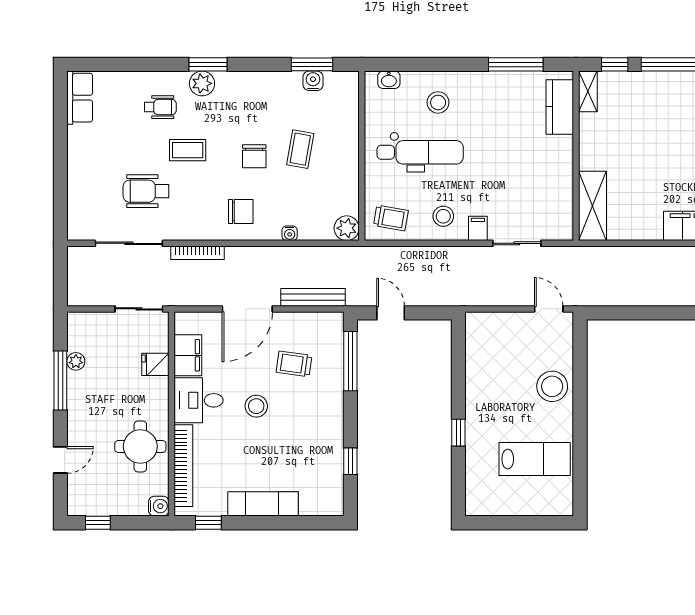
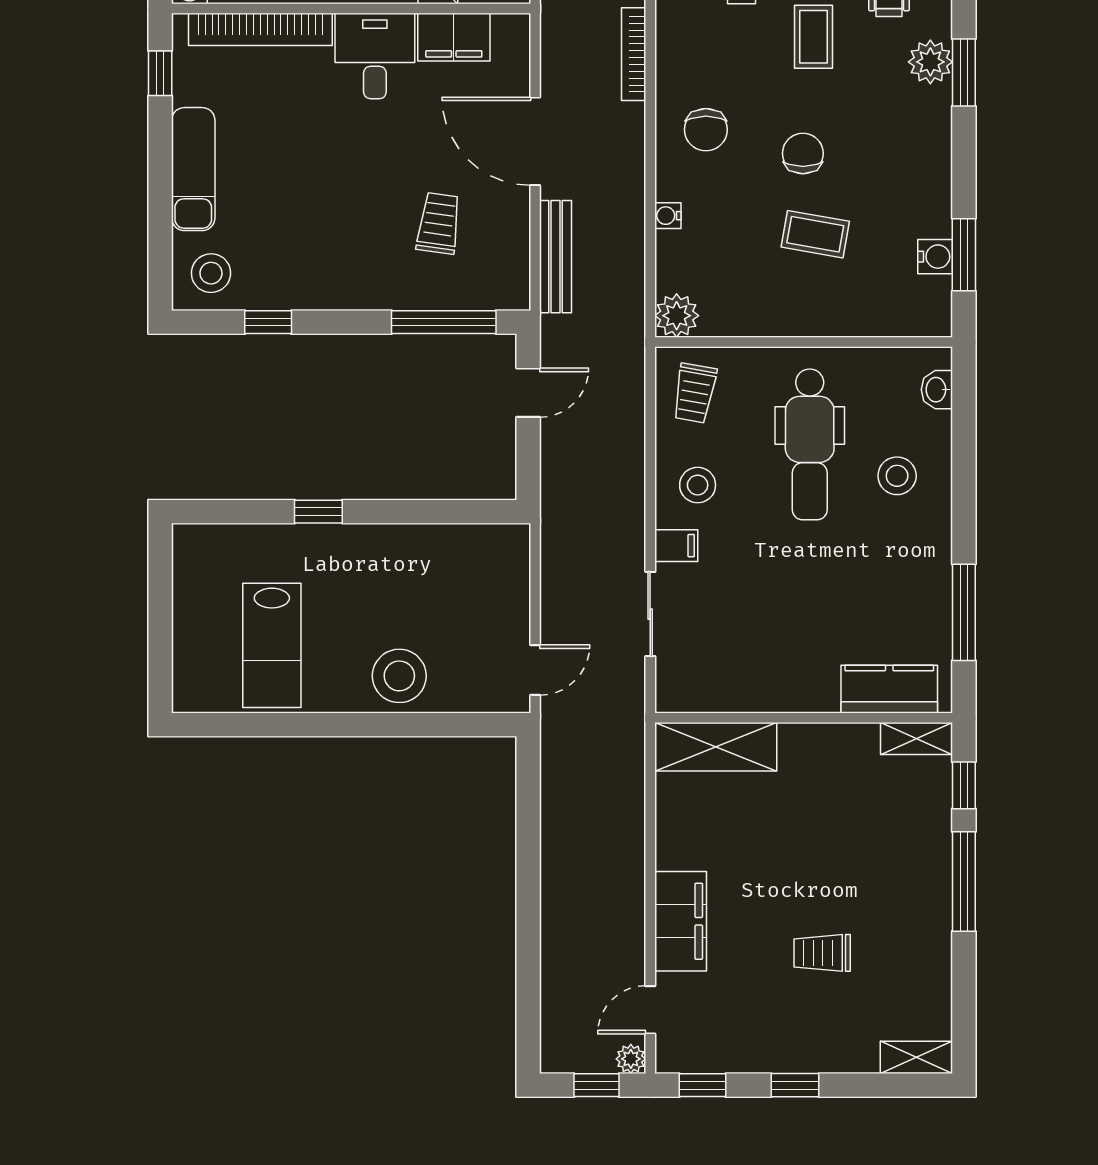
chair: (254, 156) -> (803, 153), turned 90
stool: (256, 406) -> (211, 273), moved

